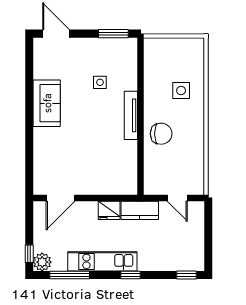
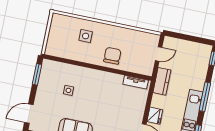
tv unit: (131, 115) -> (136, 82), moved, width x0.71
fridge: (109, 210) -> (155, 116), moved
window: (130, 275) -> (205, 97), width x2.17

